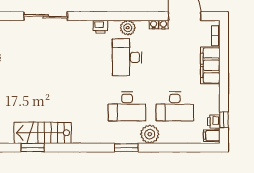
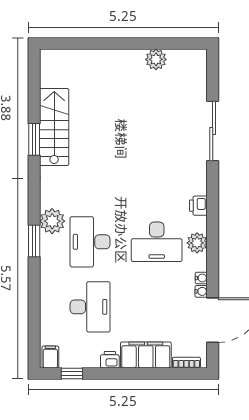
desk: (127, 57) -> (157, 242), turned 180
desk: (175, 106) -> (90, 307), turned 180
printer: (214, 122) -> (110, 360), moved
plant: (150, 134) -> (52, 221), moved
window: (33, 148) -> (34, 139), moved

